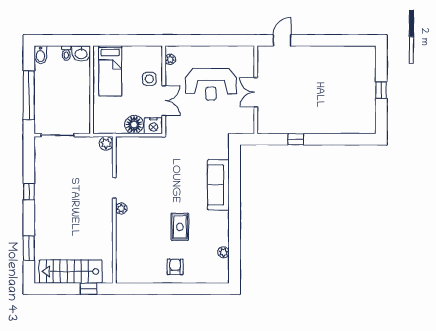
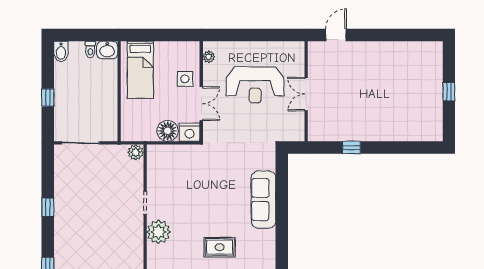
window: (29, 95) -> (48, 98), width x0.32
plant: (121, 208) -> (159, 232), width x1.88, depth x1.88
rug: (180, 227) -> (220, 247), turned 90

